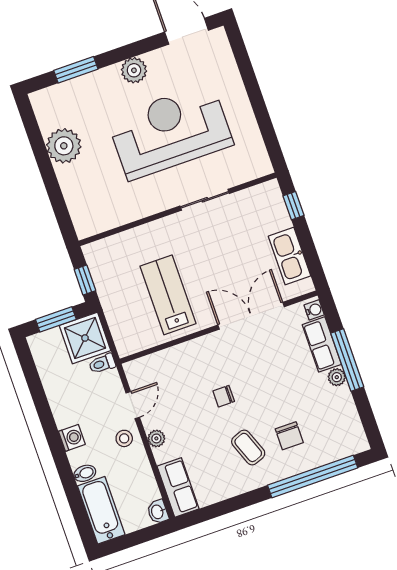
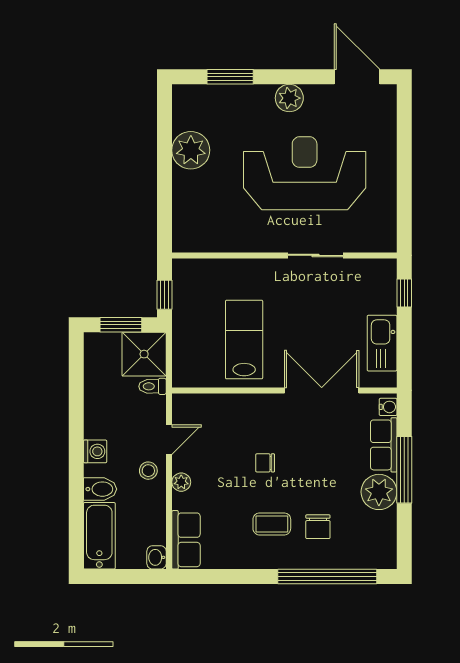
plant: (337, 377) -> (379, 492), width x1.88, depth x1.88
coffee table: (248, 447) -> (272, 524), turned -69
bidet: (85, 473) -> (100, 489), width x1.38, depth x1.36

